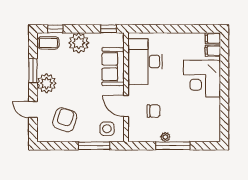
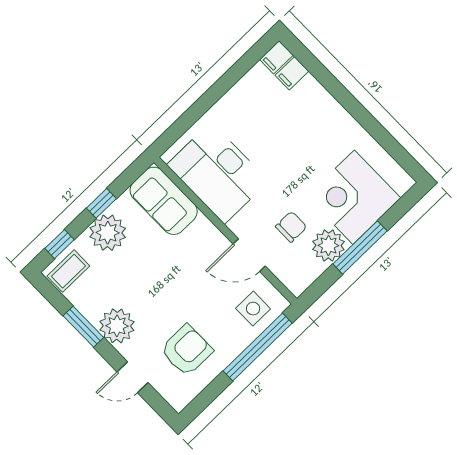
window: (109, 29) -> (101, 203), moved
sofa: (113, 67) -> (164, 201), moved
corner desk: (202, 79) -> (354, 197), moved, turned 90
armchair: (65, 120) -> (187, 350), turned 72
plant: (165, 137) -> (328, 246), width x1.88, depth x1.88
window: (94, 146) -> (258, 347), width x1.46

